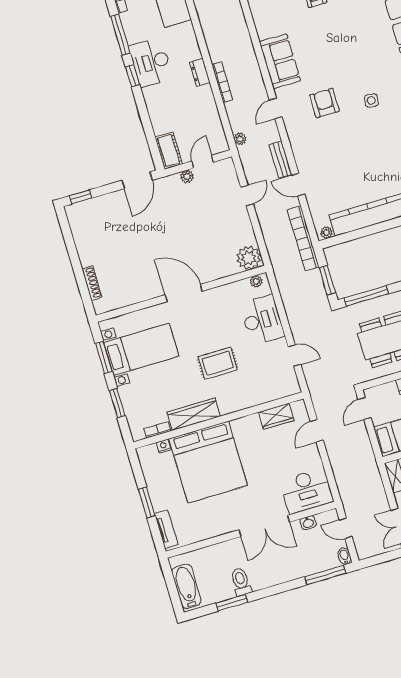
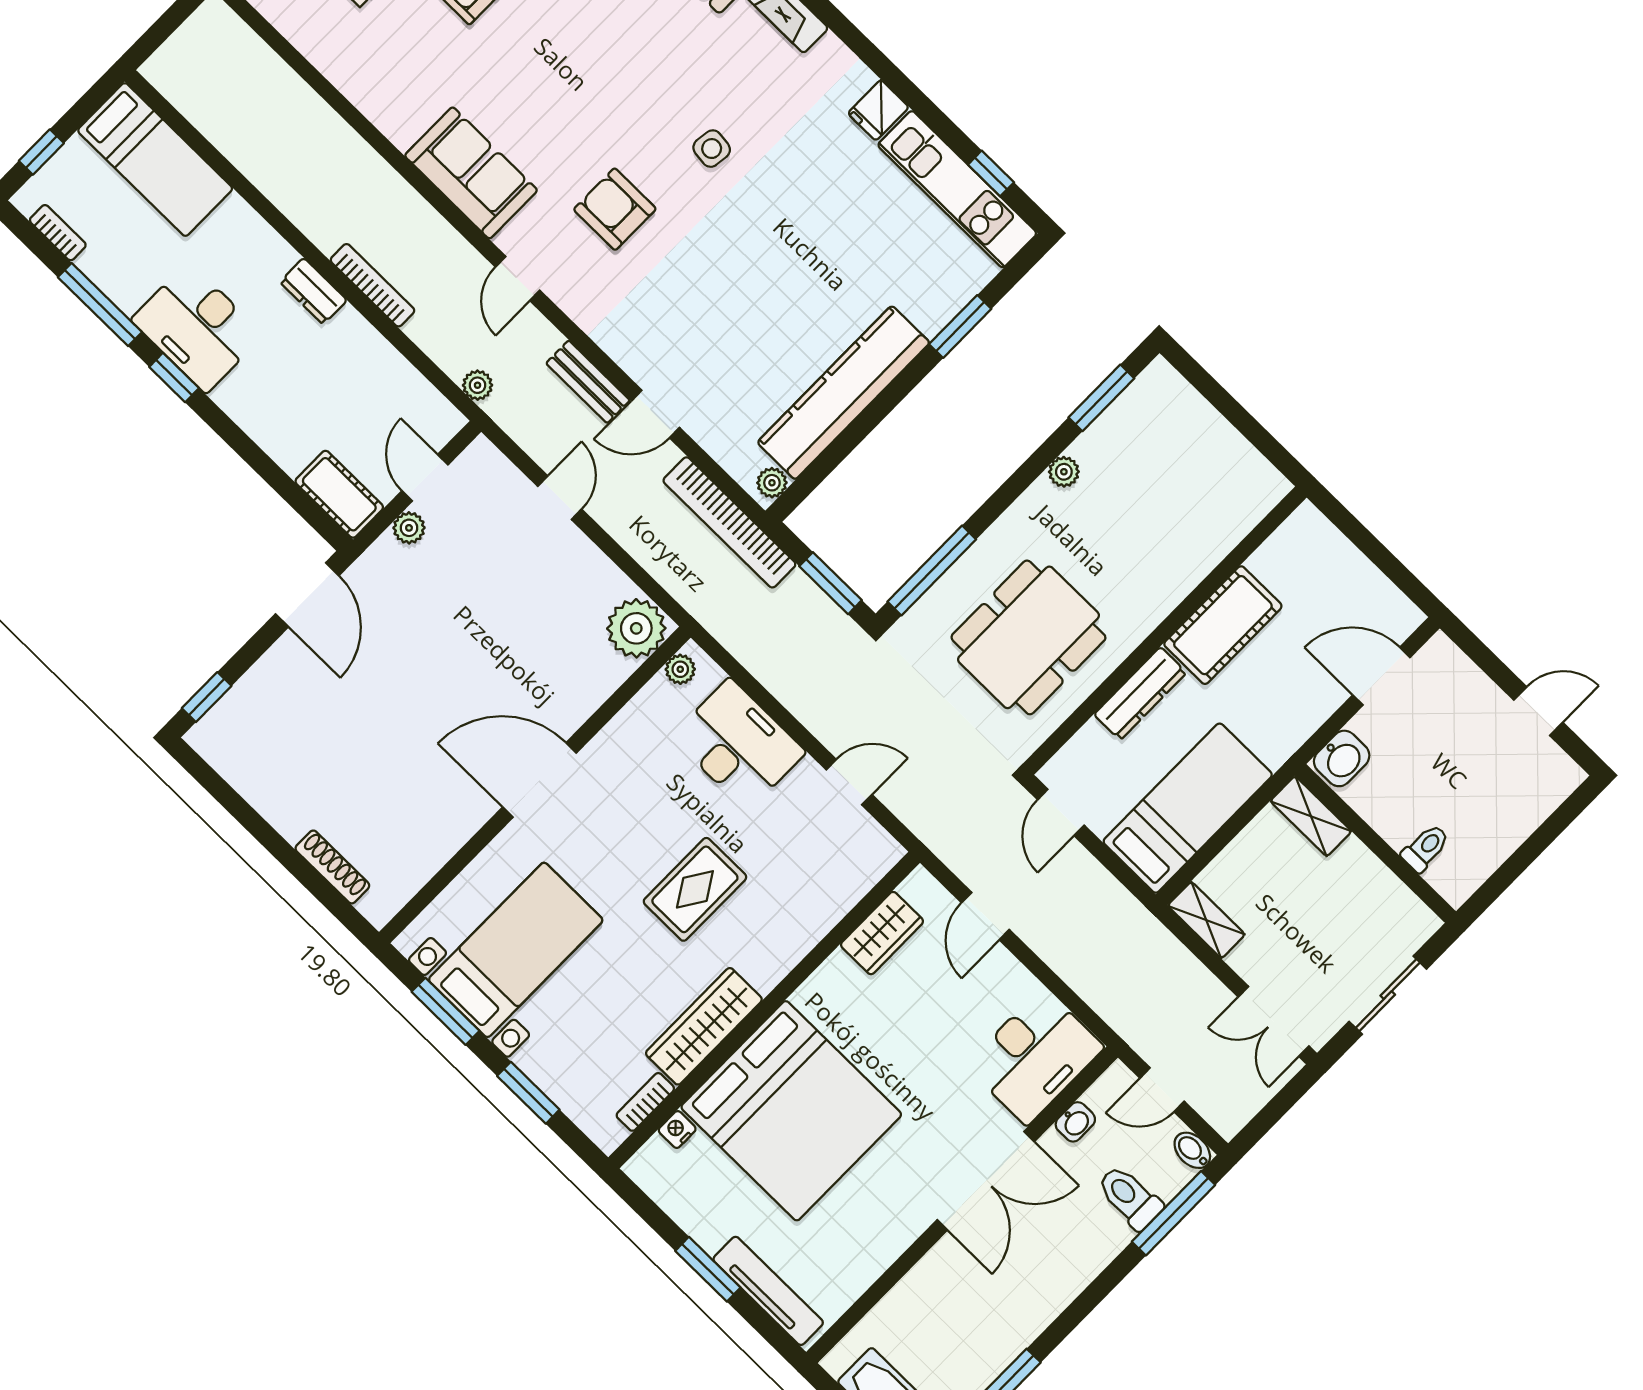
tv unit: (166, 529) -> (768, 1291), width x1.41
toilet: (241, 582) -> (1130, 1197), moved

